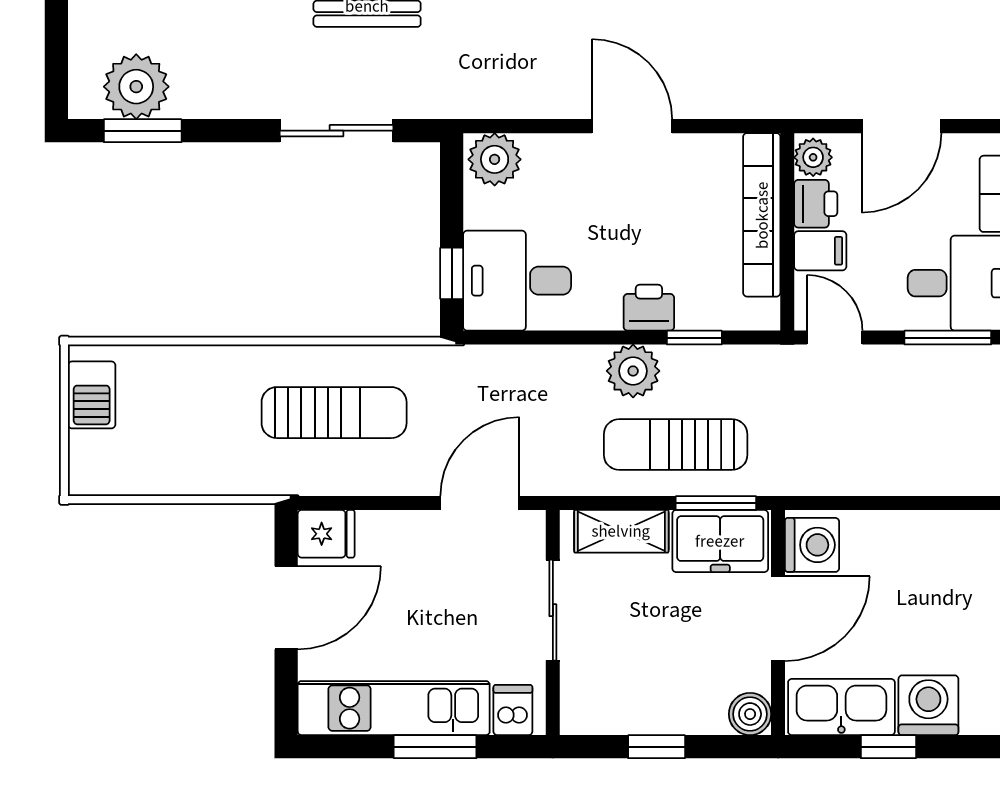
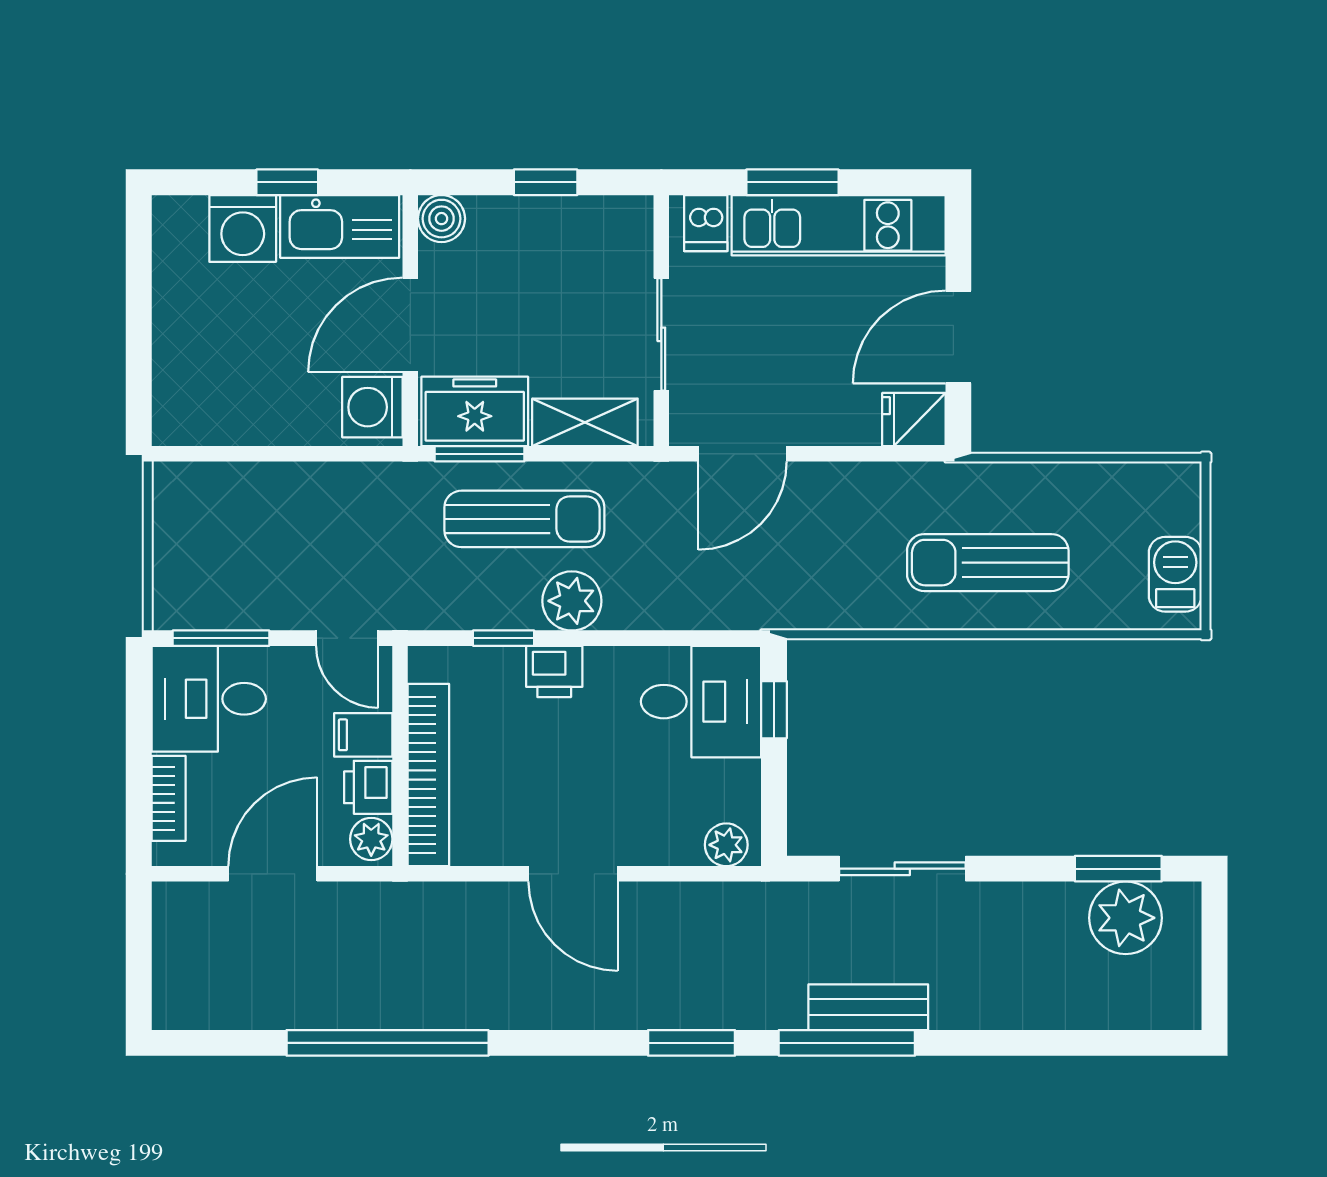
plant: (495, 159) -> (726, 845), width x0.73, depth x0.73
sun lounger: (334, 413) -> (988, 563), moved

